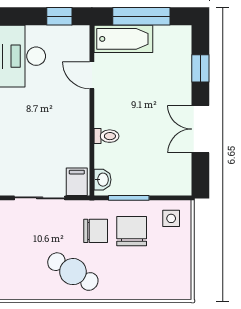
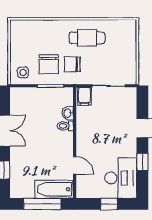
window: (59, 16) -> (109, 204), moved
washbasin: (102, 180) -> (68, 113), moved
cafe table: (73, 272) -> (87, 38), turned -31

